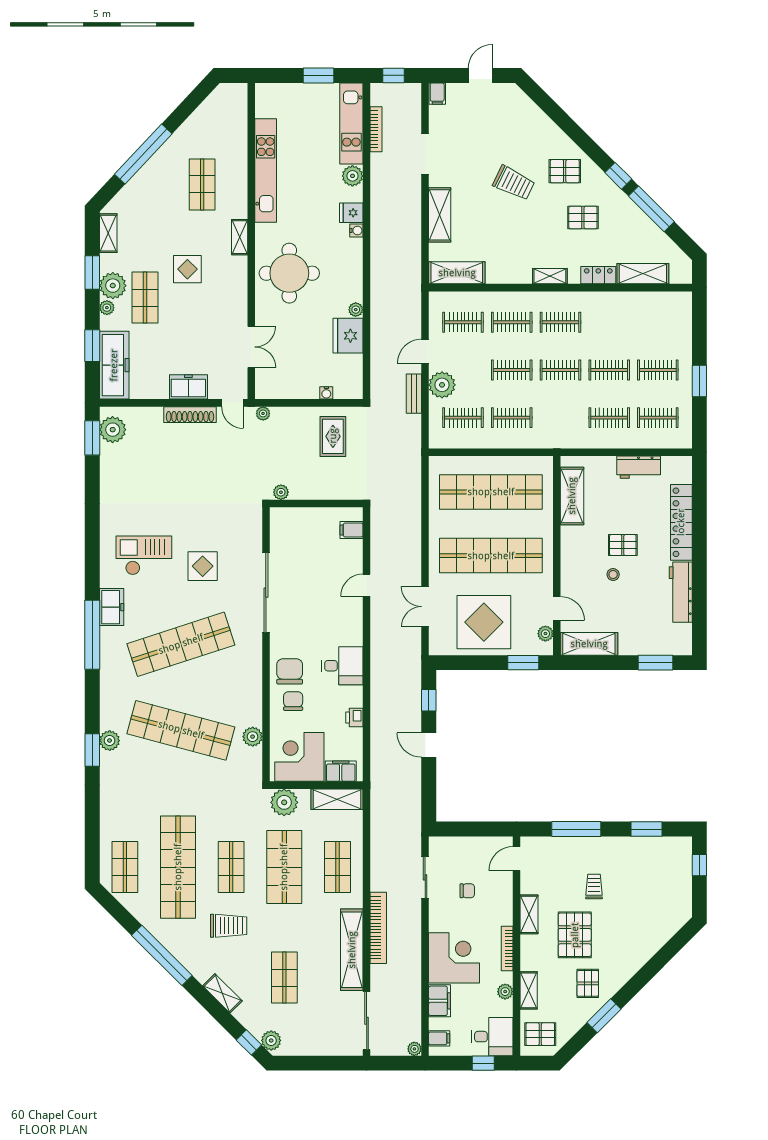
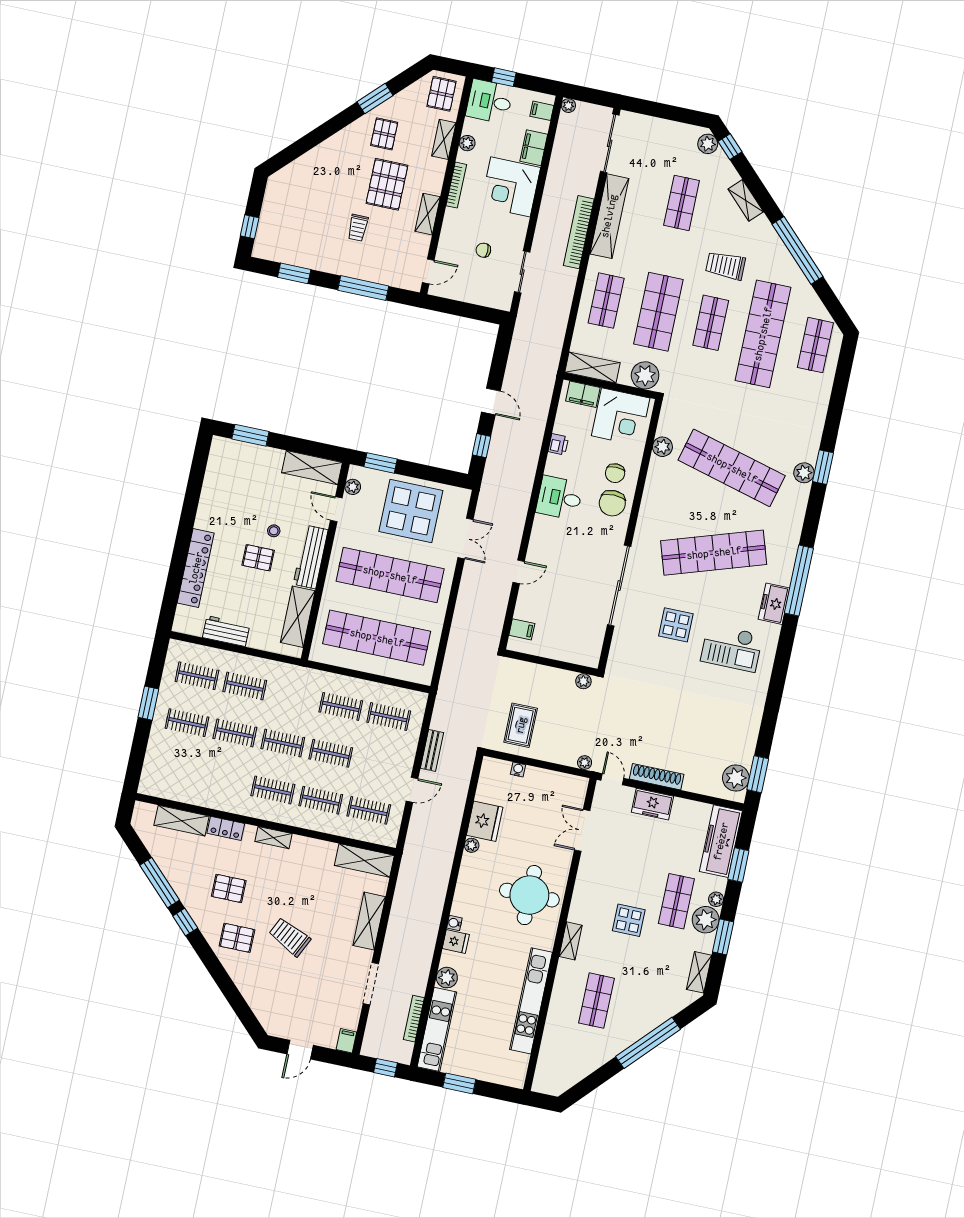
plant: (442, 385) -> (402, 753), removed
workbench: (681, 592) -> (311, 557), moved, turned 180
pallet: (540, 1034) -> (442, 94), turned 90

